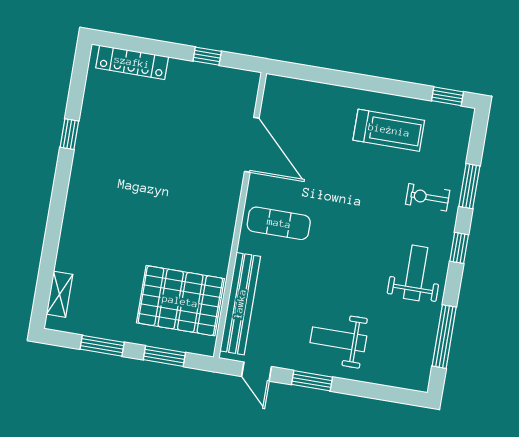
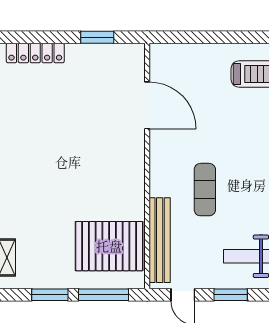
window: (207, 56) -> (97, 37), width x1.50
exercise mat: (279, 223) -> (205, 190), moved, turned 90
window: (164, 356) -> (103, 295), width x1.44

